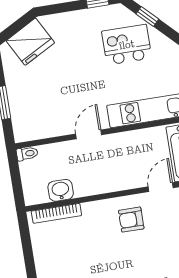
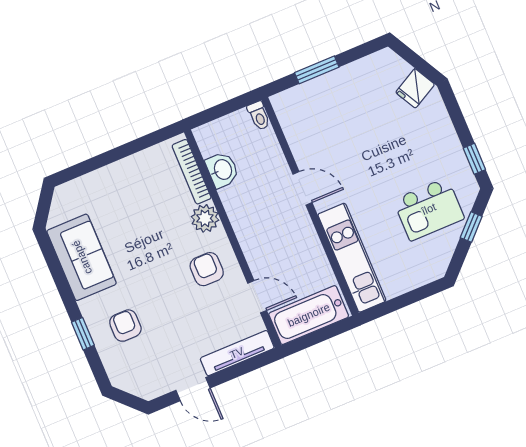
fridge: (30, 42) -> (415, 88), width x0.53, depth x0.75
kitchen island: (127, 45) -> (429, 209), turned 90
plant: (93, 212) -> (205, 218), added

